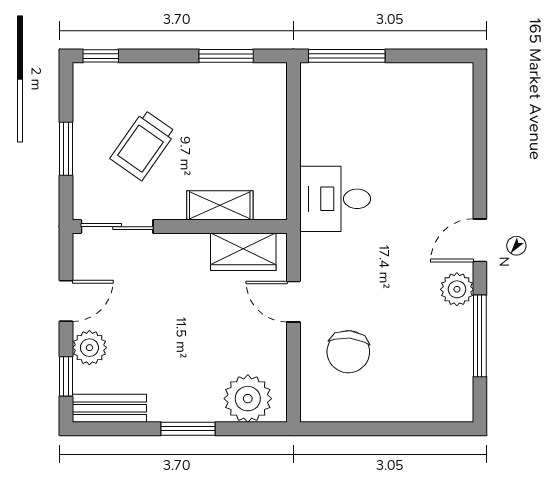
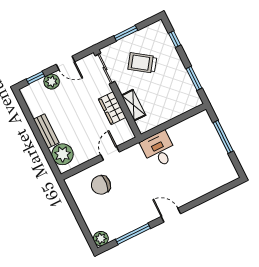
window: (101, 56) -> (175, 39), moved
window: (347, 56) -> (223, 137), moved
wardrobe: (243, 252) -> (112, 108), moved
plant: (457, 289) -> (101, 239), moved
bench: (109, 408) -> (46, 131), moved
window: (188, 429) -> (39, 137), removed

